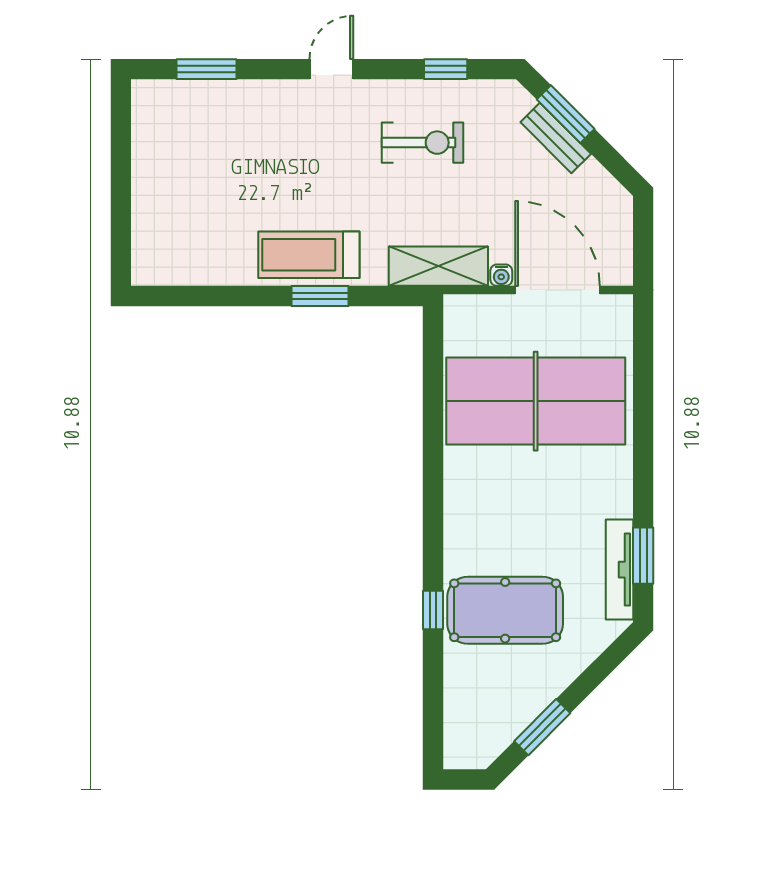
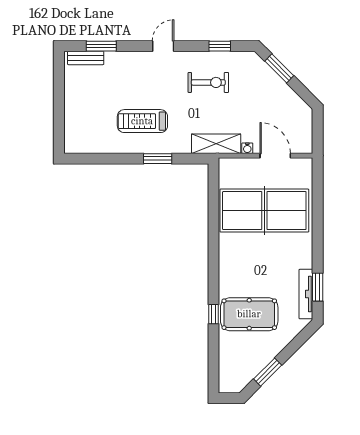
bench: (556, 138) -> (86, 58), moved, turned -45
treadmill: (309, 255) -> (142, 121), moved
door: (558, 290) -> (275, 156), width x0.73

